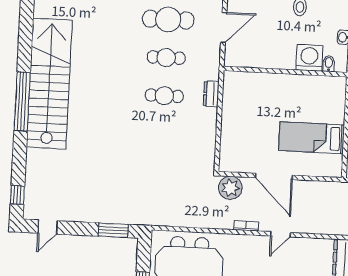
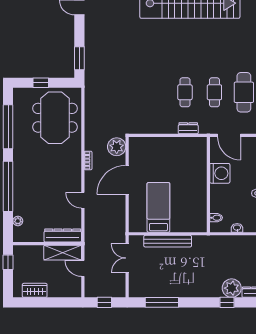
door: (224, 27) -> (229, 135), moved
washing machine: (309, 58) -> (220, 173), moved
door: (281, 234) -> (83, 200), moved

